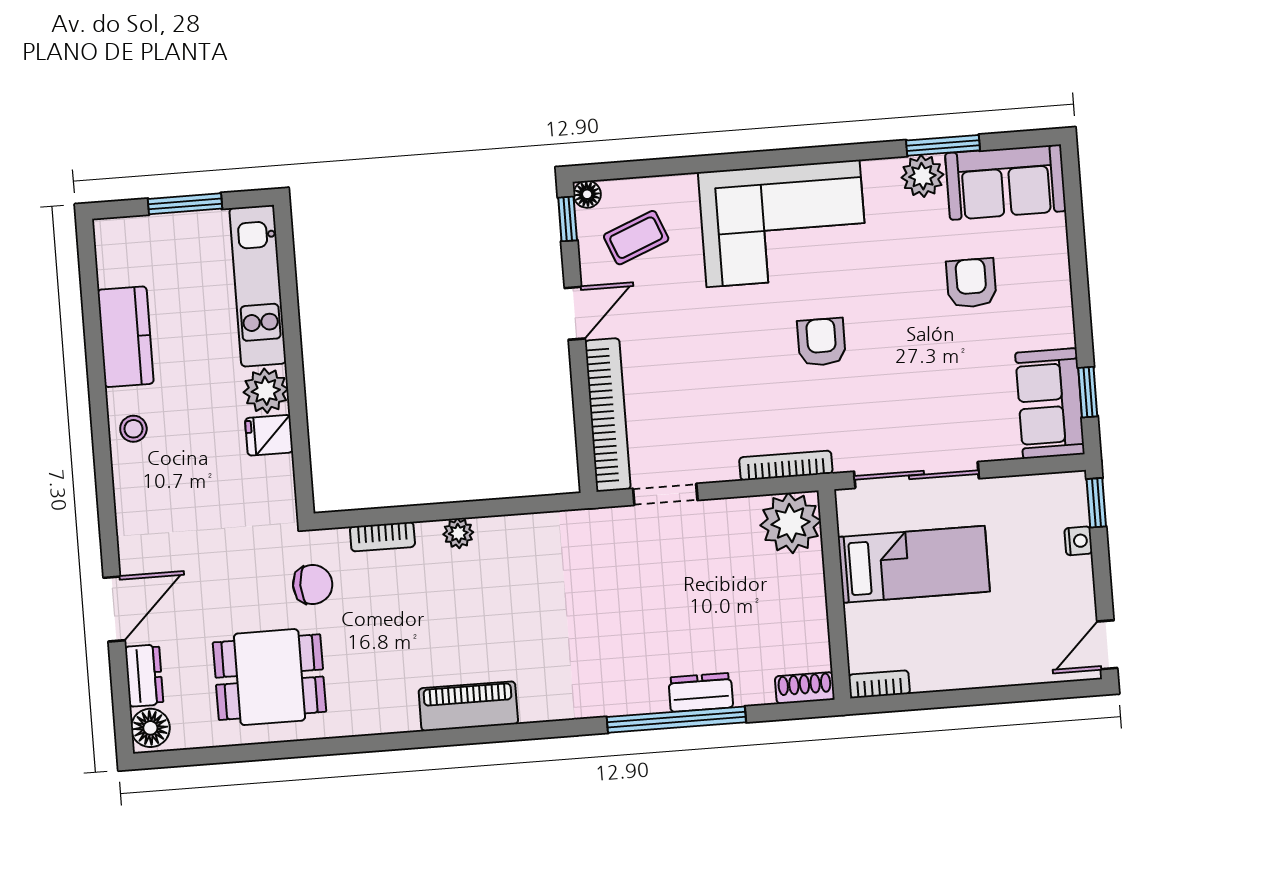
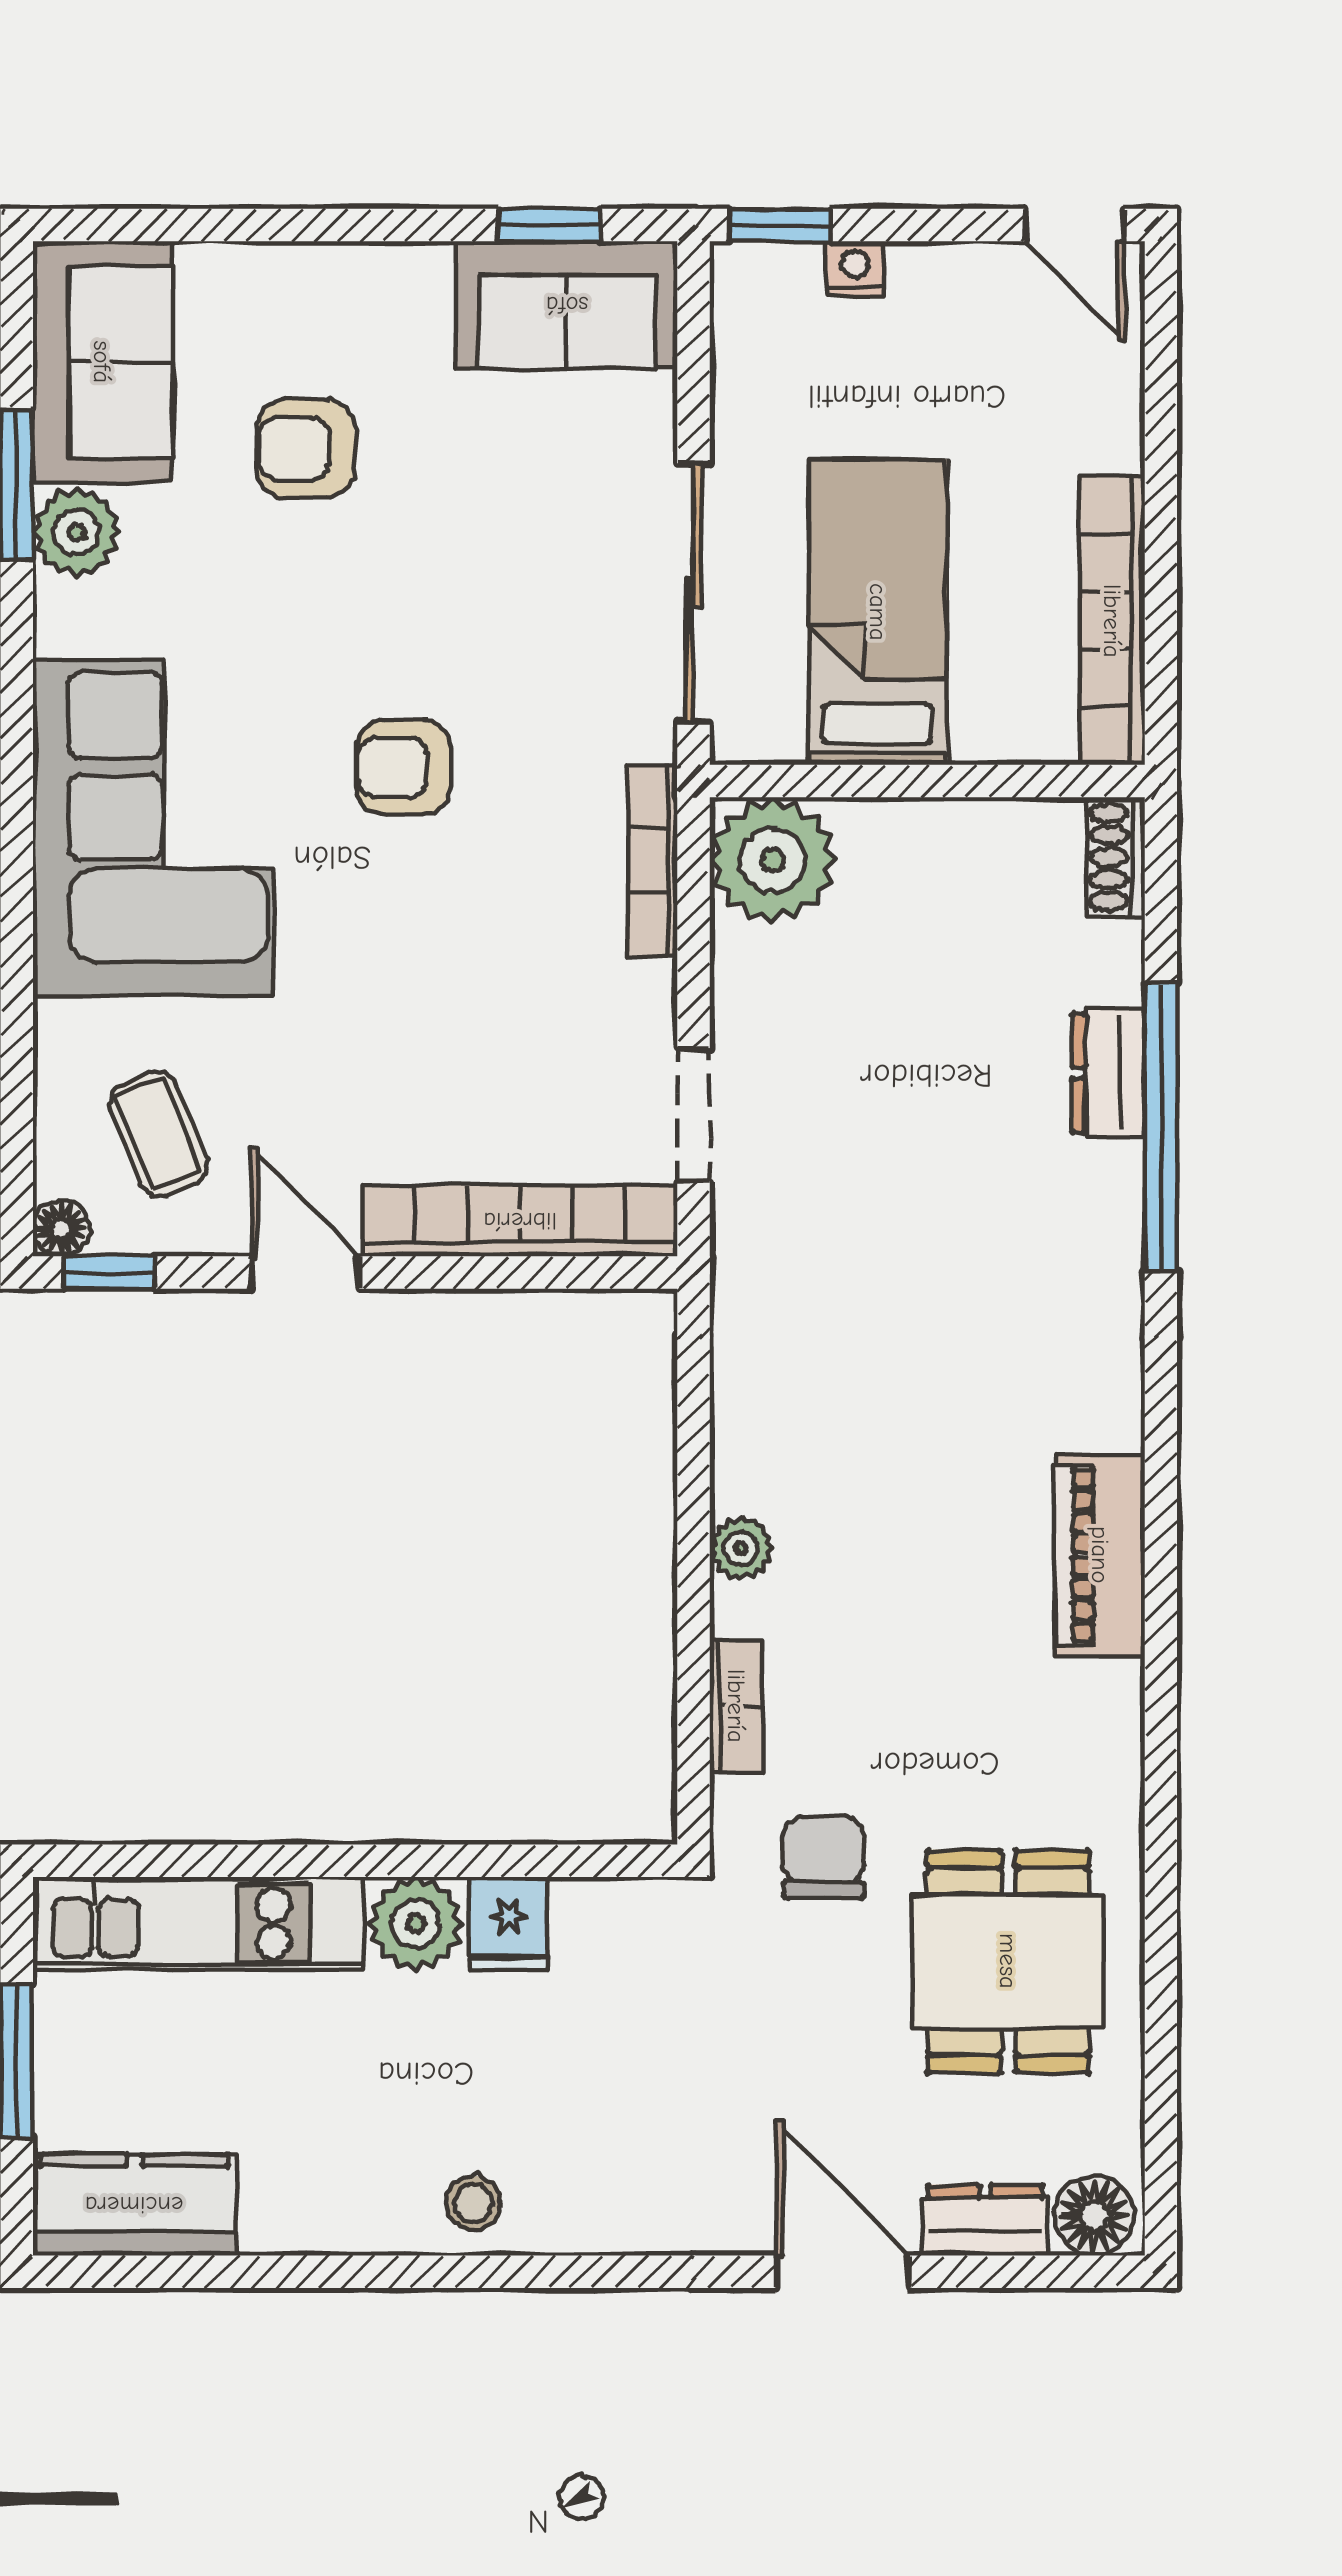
kitchen counter: (126, 337) -> (134, 2205), moved
bookcase: (879, 684) -> (1112, 621), width x2.31, depth x1.31

